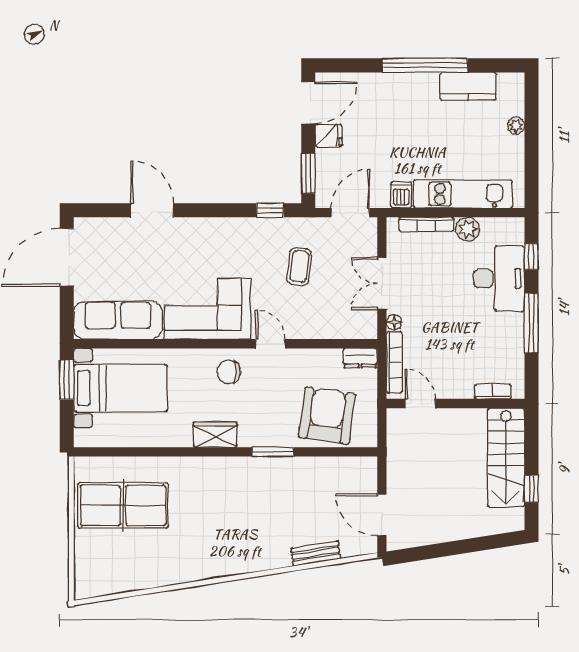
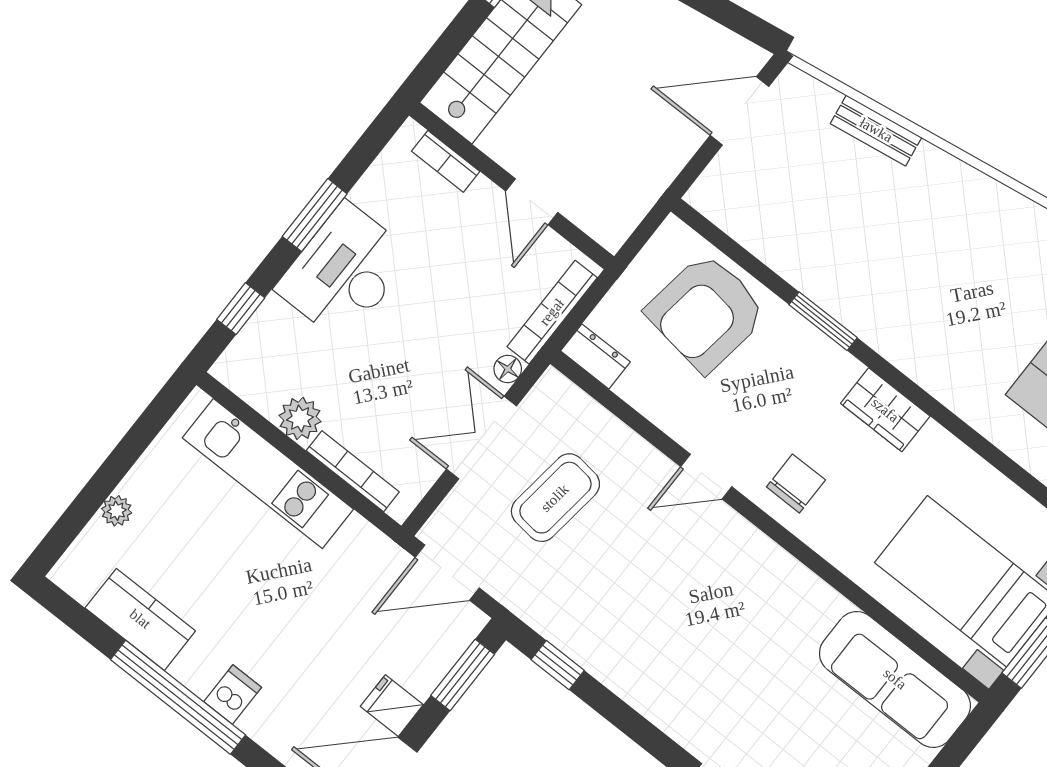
dishwasher: (401, 195) -> (233, 695), moved, turned 180
coffee table: (299, 267) -> (555, 498), moved, width x1.36, depth x1.30
desk: (499, 278) -> (344, 272), moved
double door: (382, 283) -> (482, 438), swing flipped
corner sofa: (207, 309) -> (756, 597), removed
window: (531, 323) -> (315, 215), width x0.69
door: (270, 344) -> (706, 477), hinge flipped
chair: (229, 372) -> (796, 483), turned -90
door: (420, 404) -> (532, 202), moved
door: (382, 515) -> (739, 111), swing flipped

